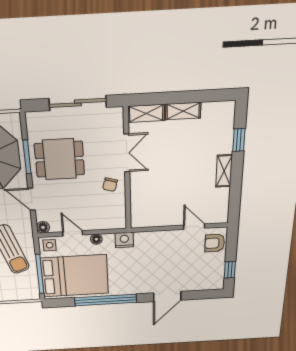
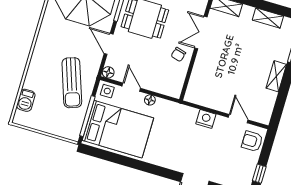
shelving: (183, 111) -> (268, 18), moved
double door: (127, 153) -> (201, 33), swing flipped
nightstand: (124, 240) -> (206, 119), moved
window: (106, 300) -> (137, 164), removed

